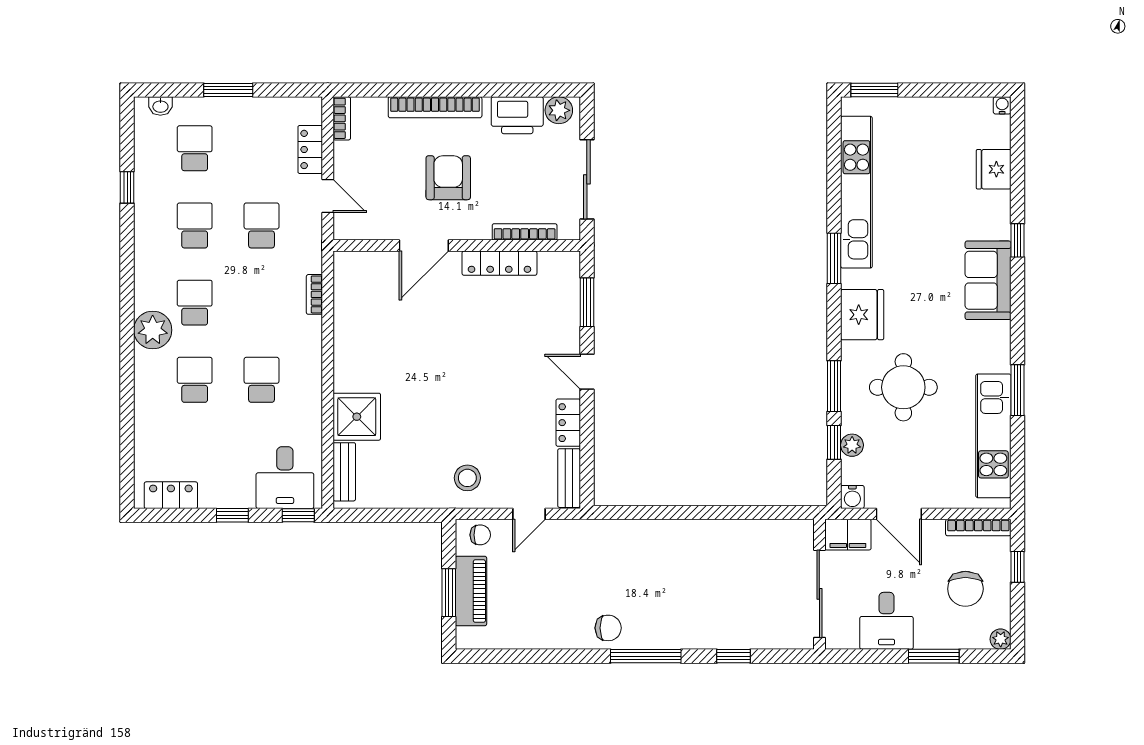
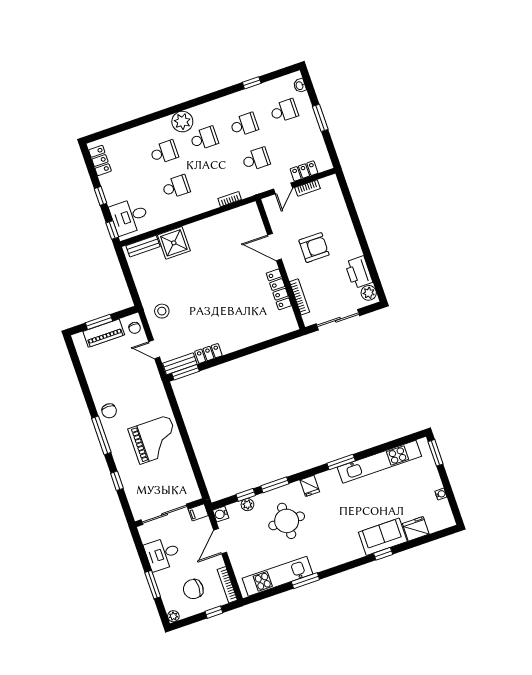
water cooler: (1002, 105) -> (441, 494), moved
bookcase: (435, 107) -> (348, 228), removed
bookcase: (342, 118) -> (308, 188), moved
sofa: (988, 280) -> (383, 537), moved
window: (587, 302) -> (185, 372), moved
fridge: (862, 315) -> (310, 486), width x0.53, depth x0.75
door: (587, 372) -> (238, 354), removed
filing cabinet: (848, 535) -> (198, 512), width x0.50
grand piano: (685, 567) -> (154, 440), added

